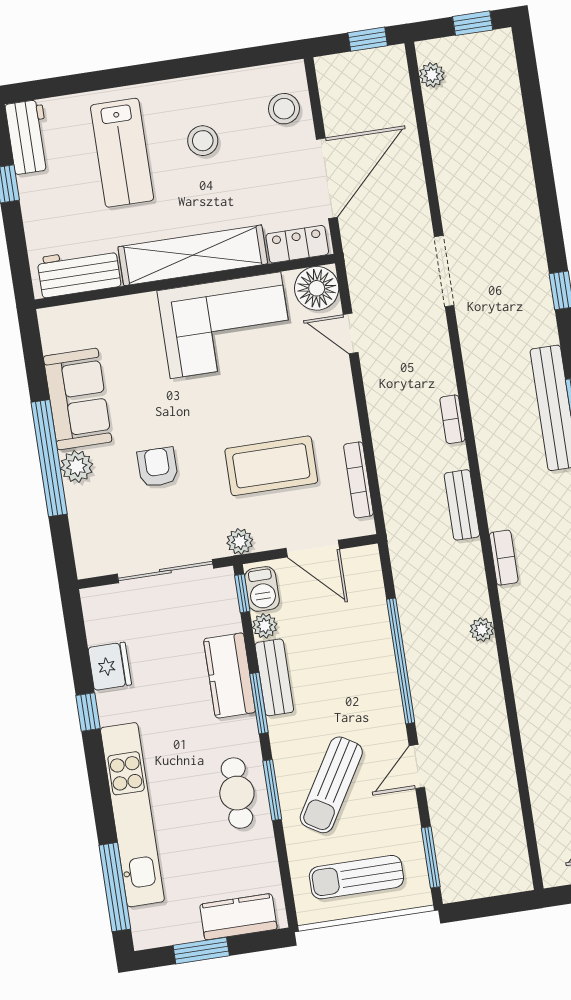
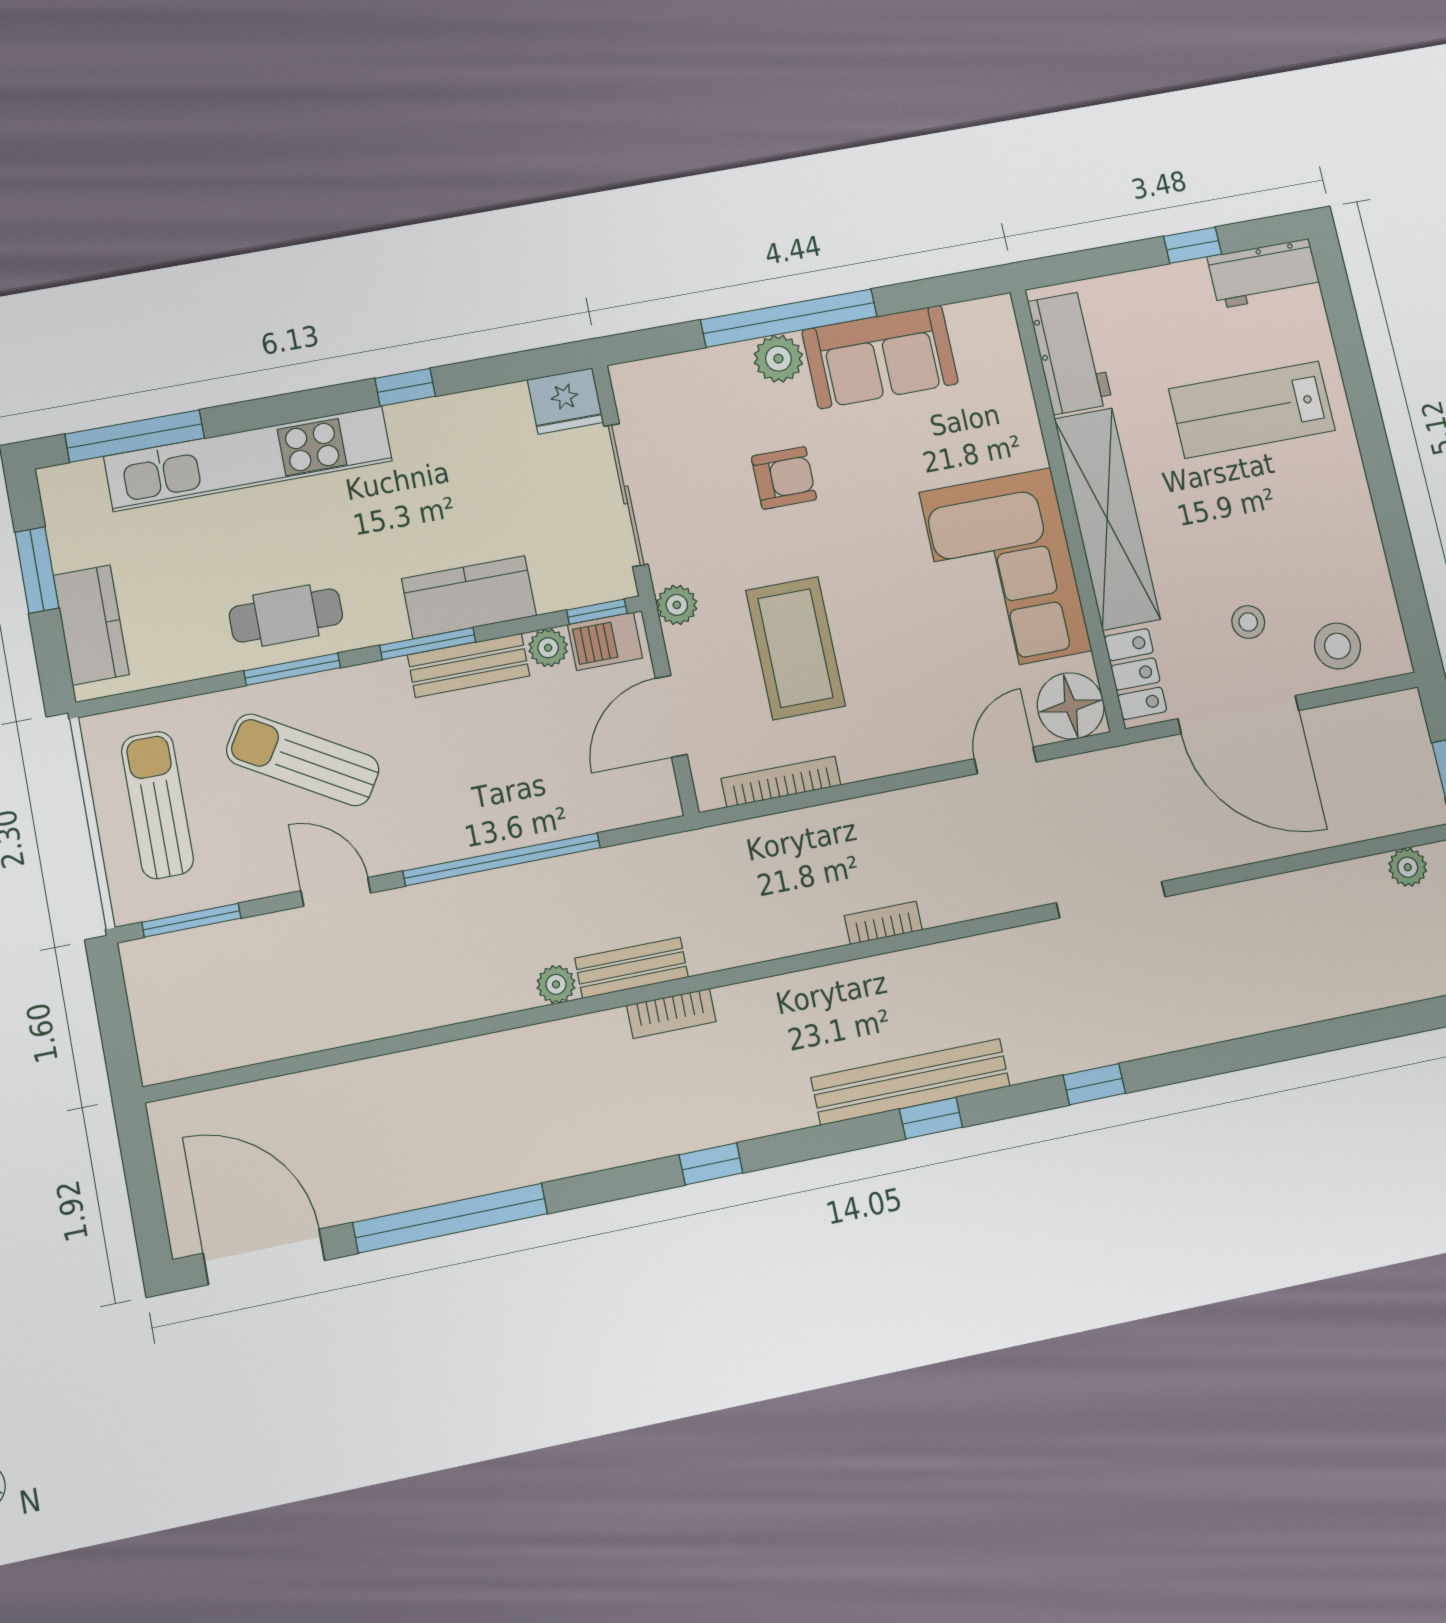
stool: (203, 141) -> (1248, 622), moved, width x0.73, depth x0.73
bench: (462, 505) -> (632, 968), moved
fridge: (110, 666) -> (565, 401), moved

